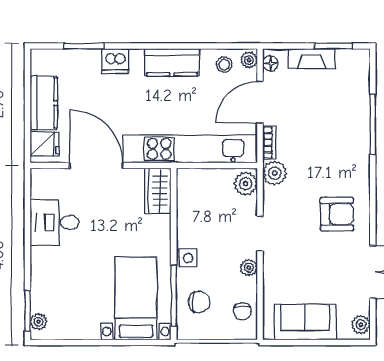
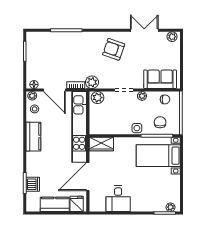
fireplace: (312, 59) -> (31, 63), removed
dishwasher: (115, 61) -> (33, 184), moved
armchair: (337, 214) -> (114, 49), turned -71
sofa: (305, 322) -> (160, 79), moved, turned 90

